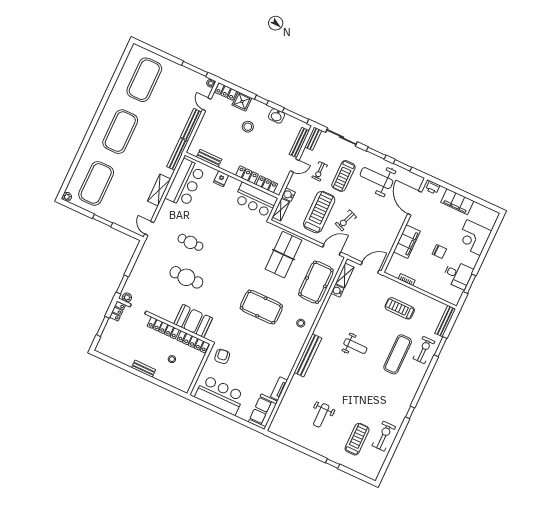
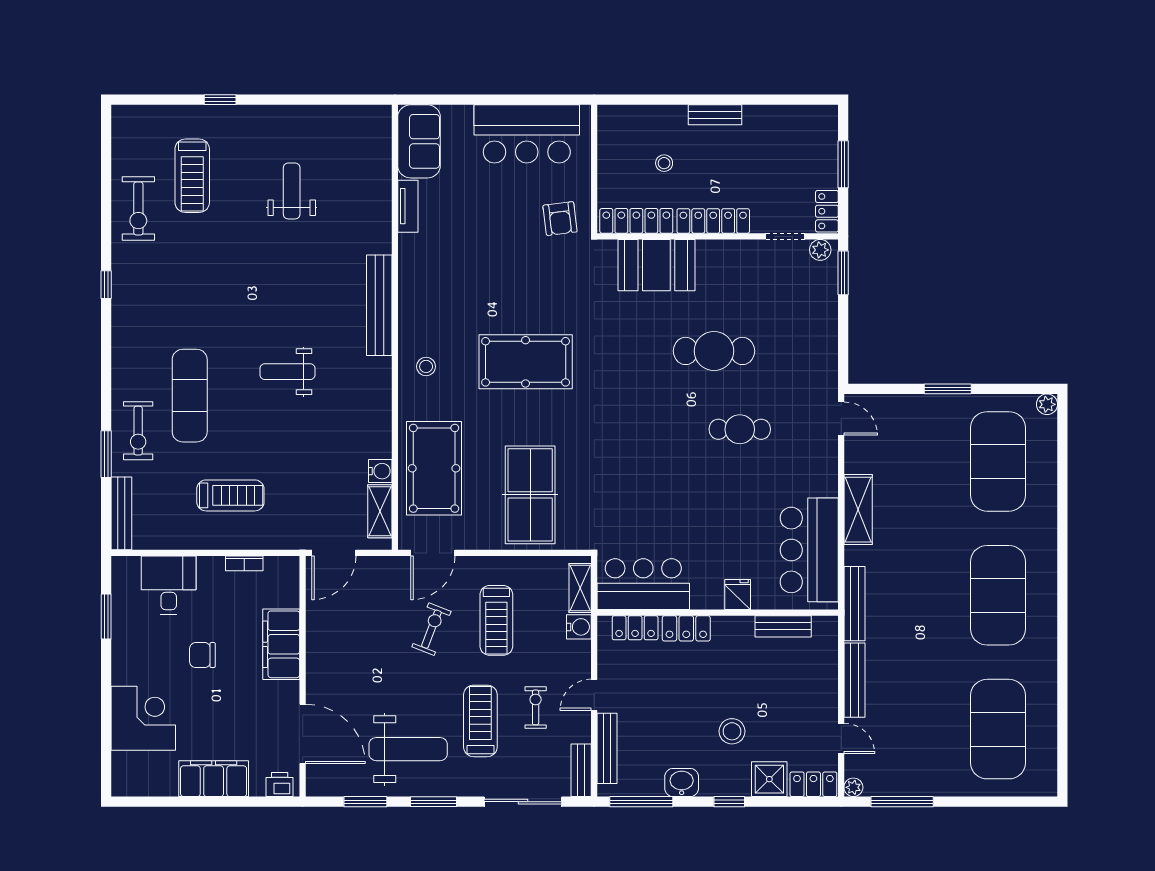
treadmill: (319, 212) -> (496, 620), width x0.73, depth x0.73
desk: (458, 275) -> (169, 585), moved, turned 90

